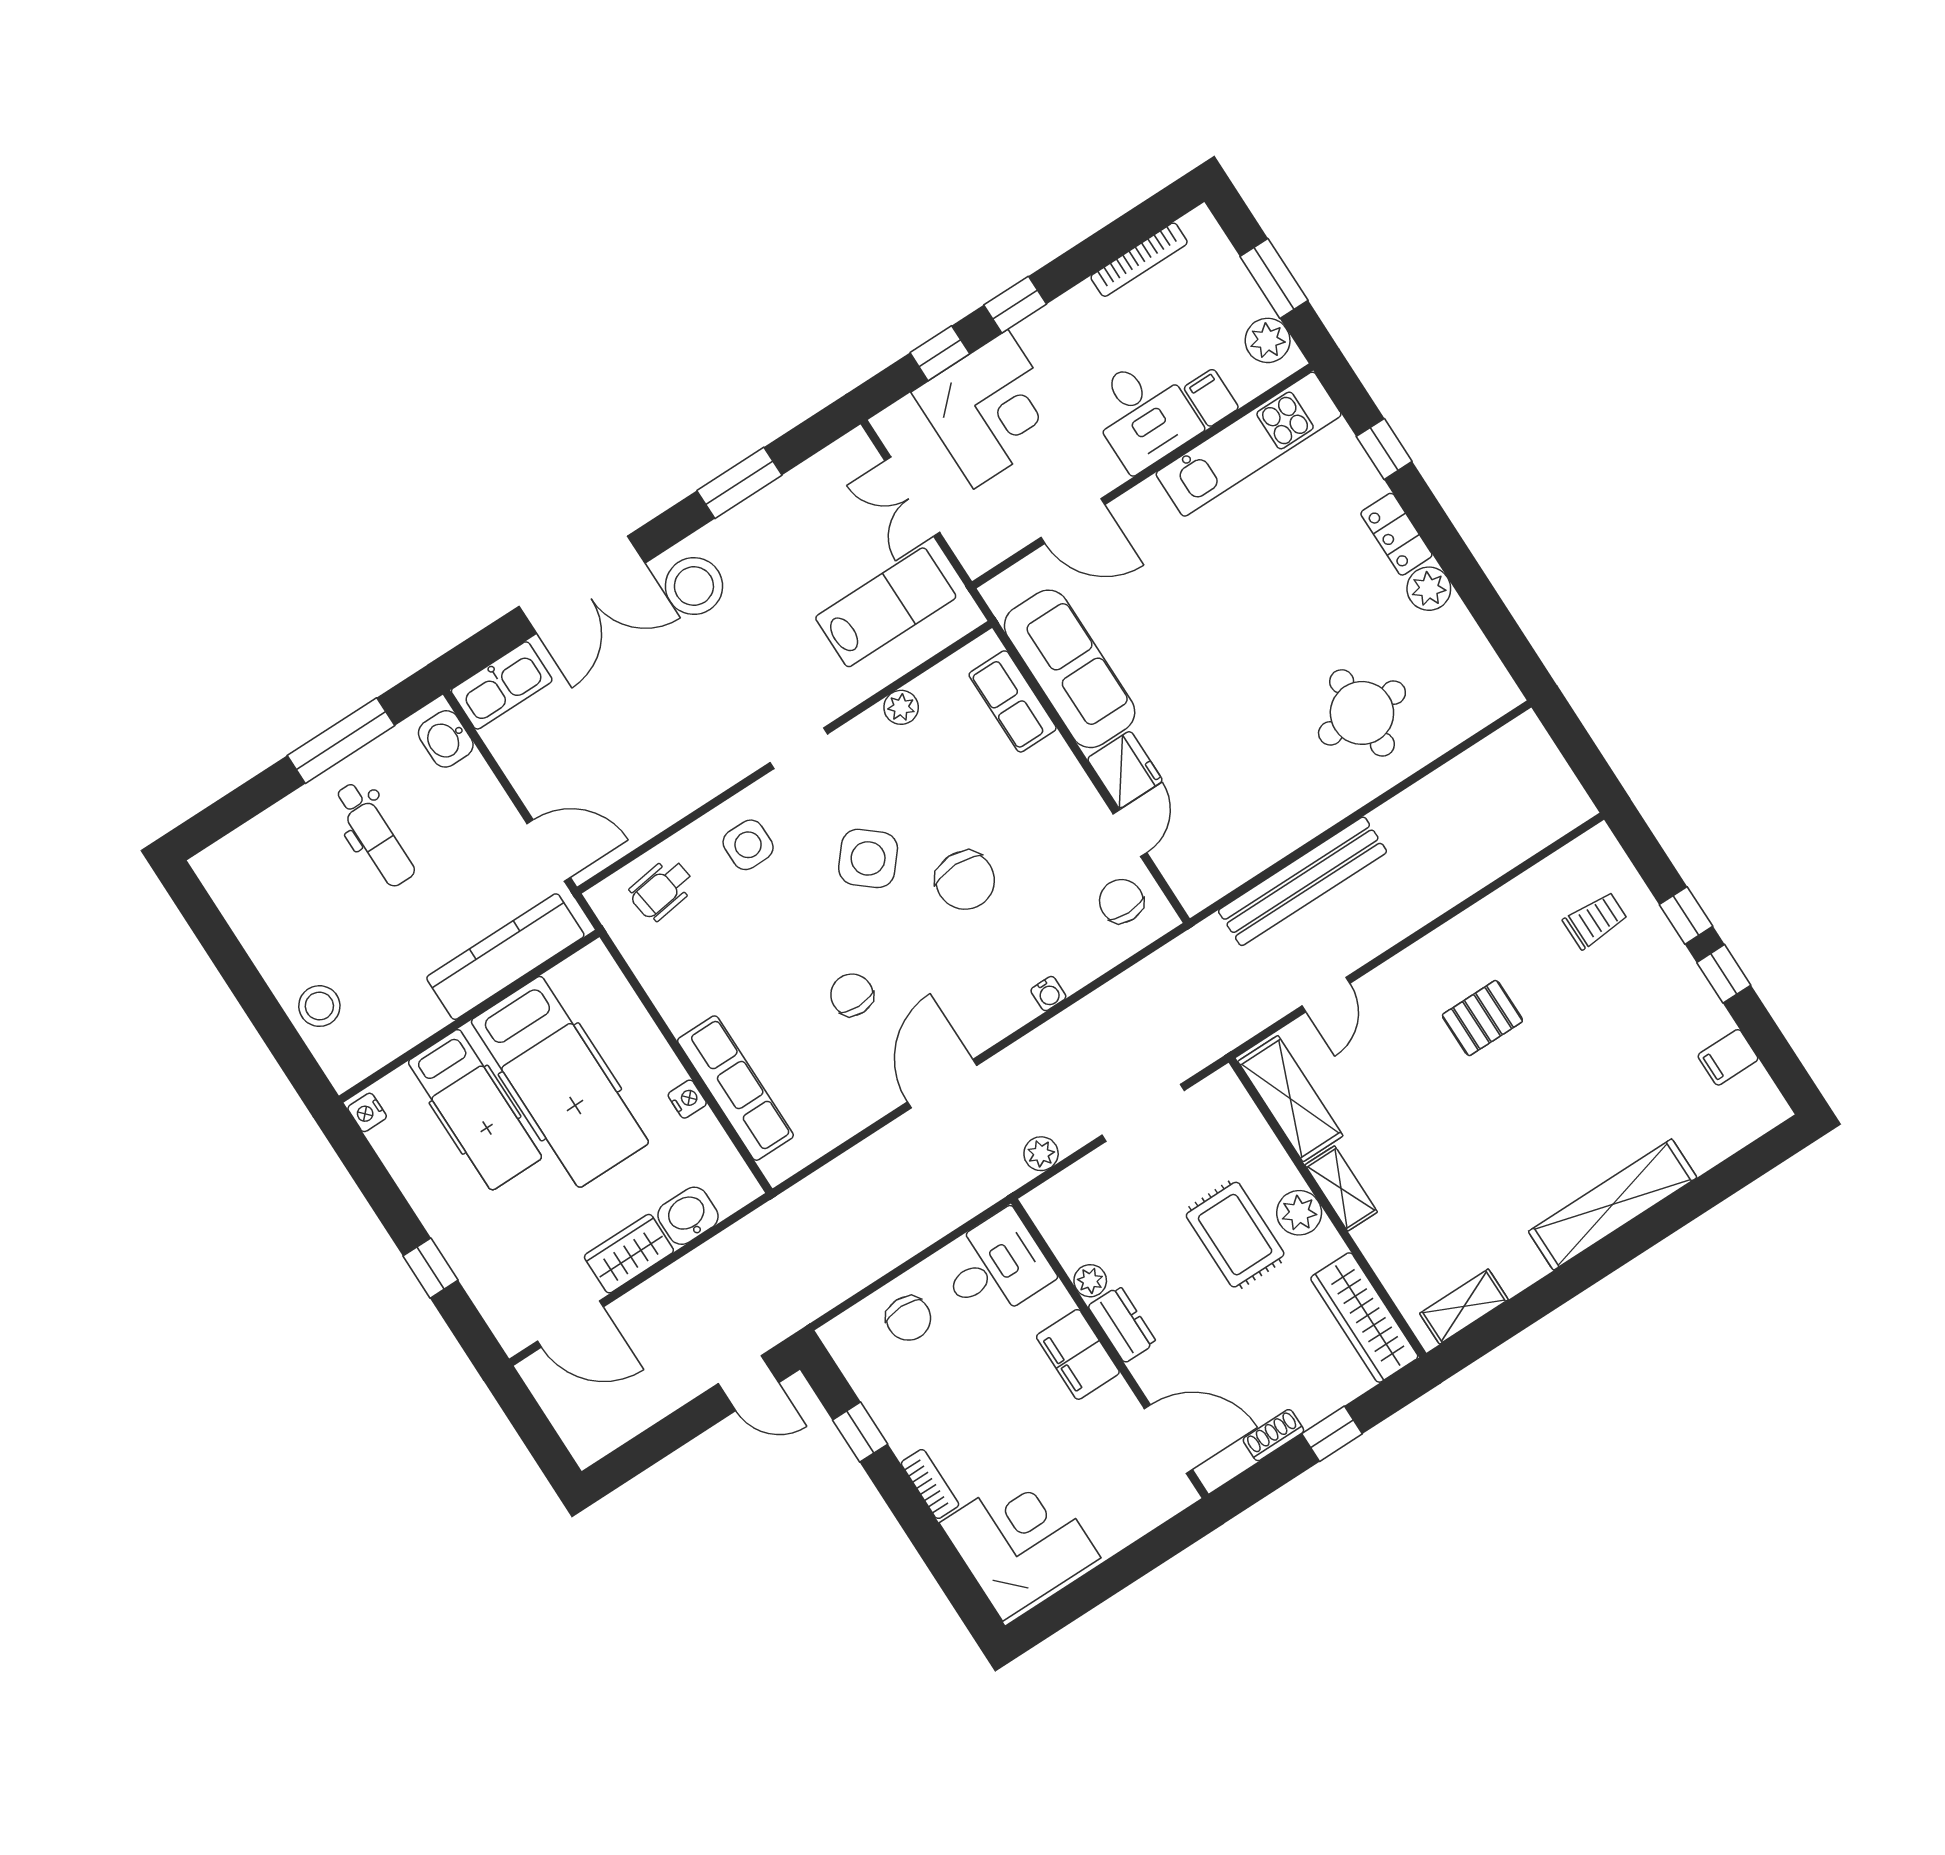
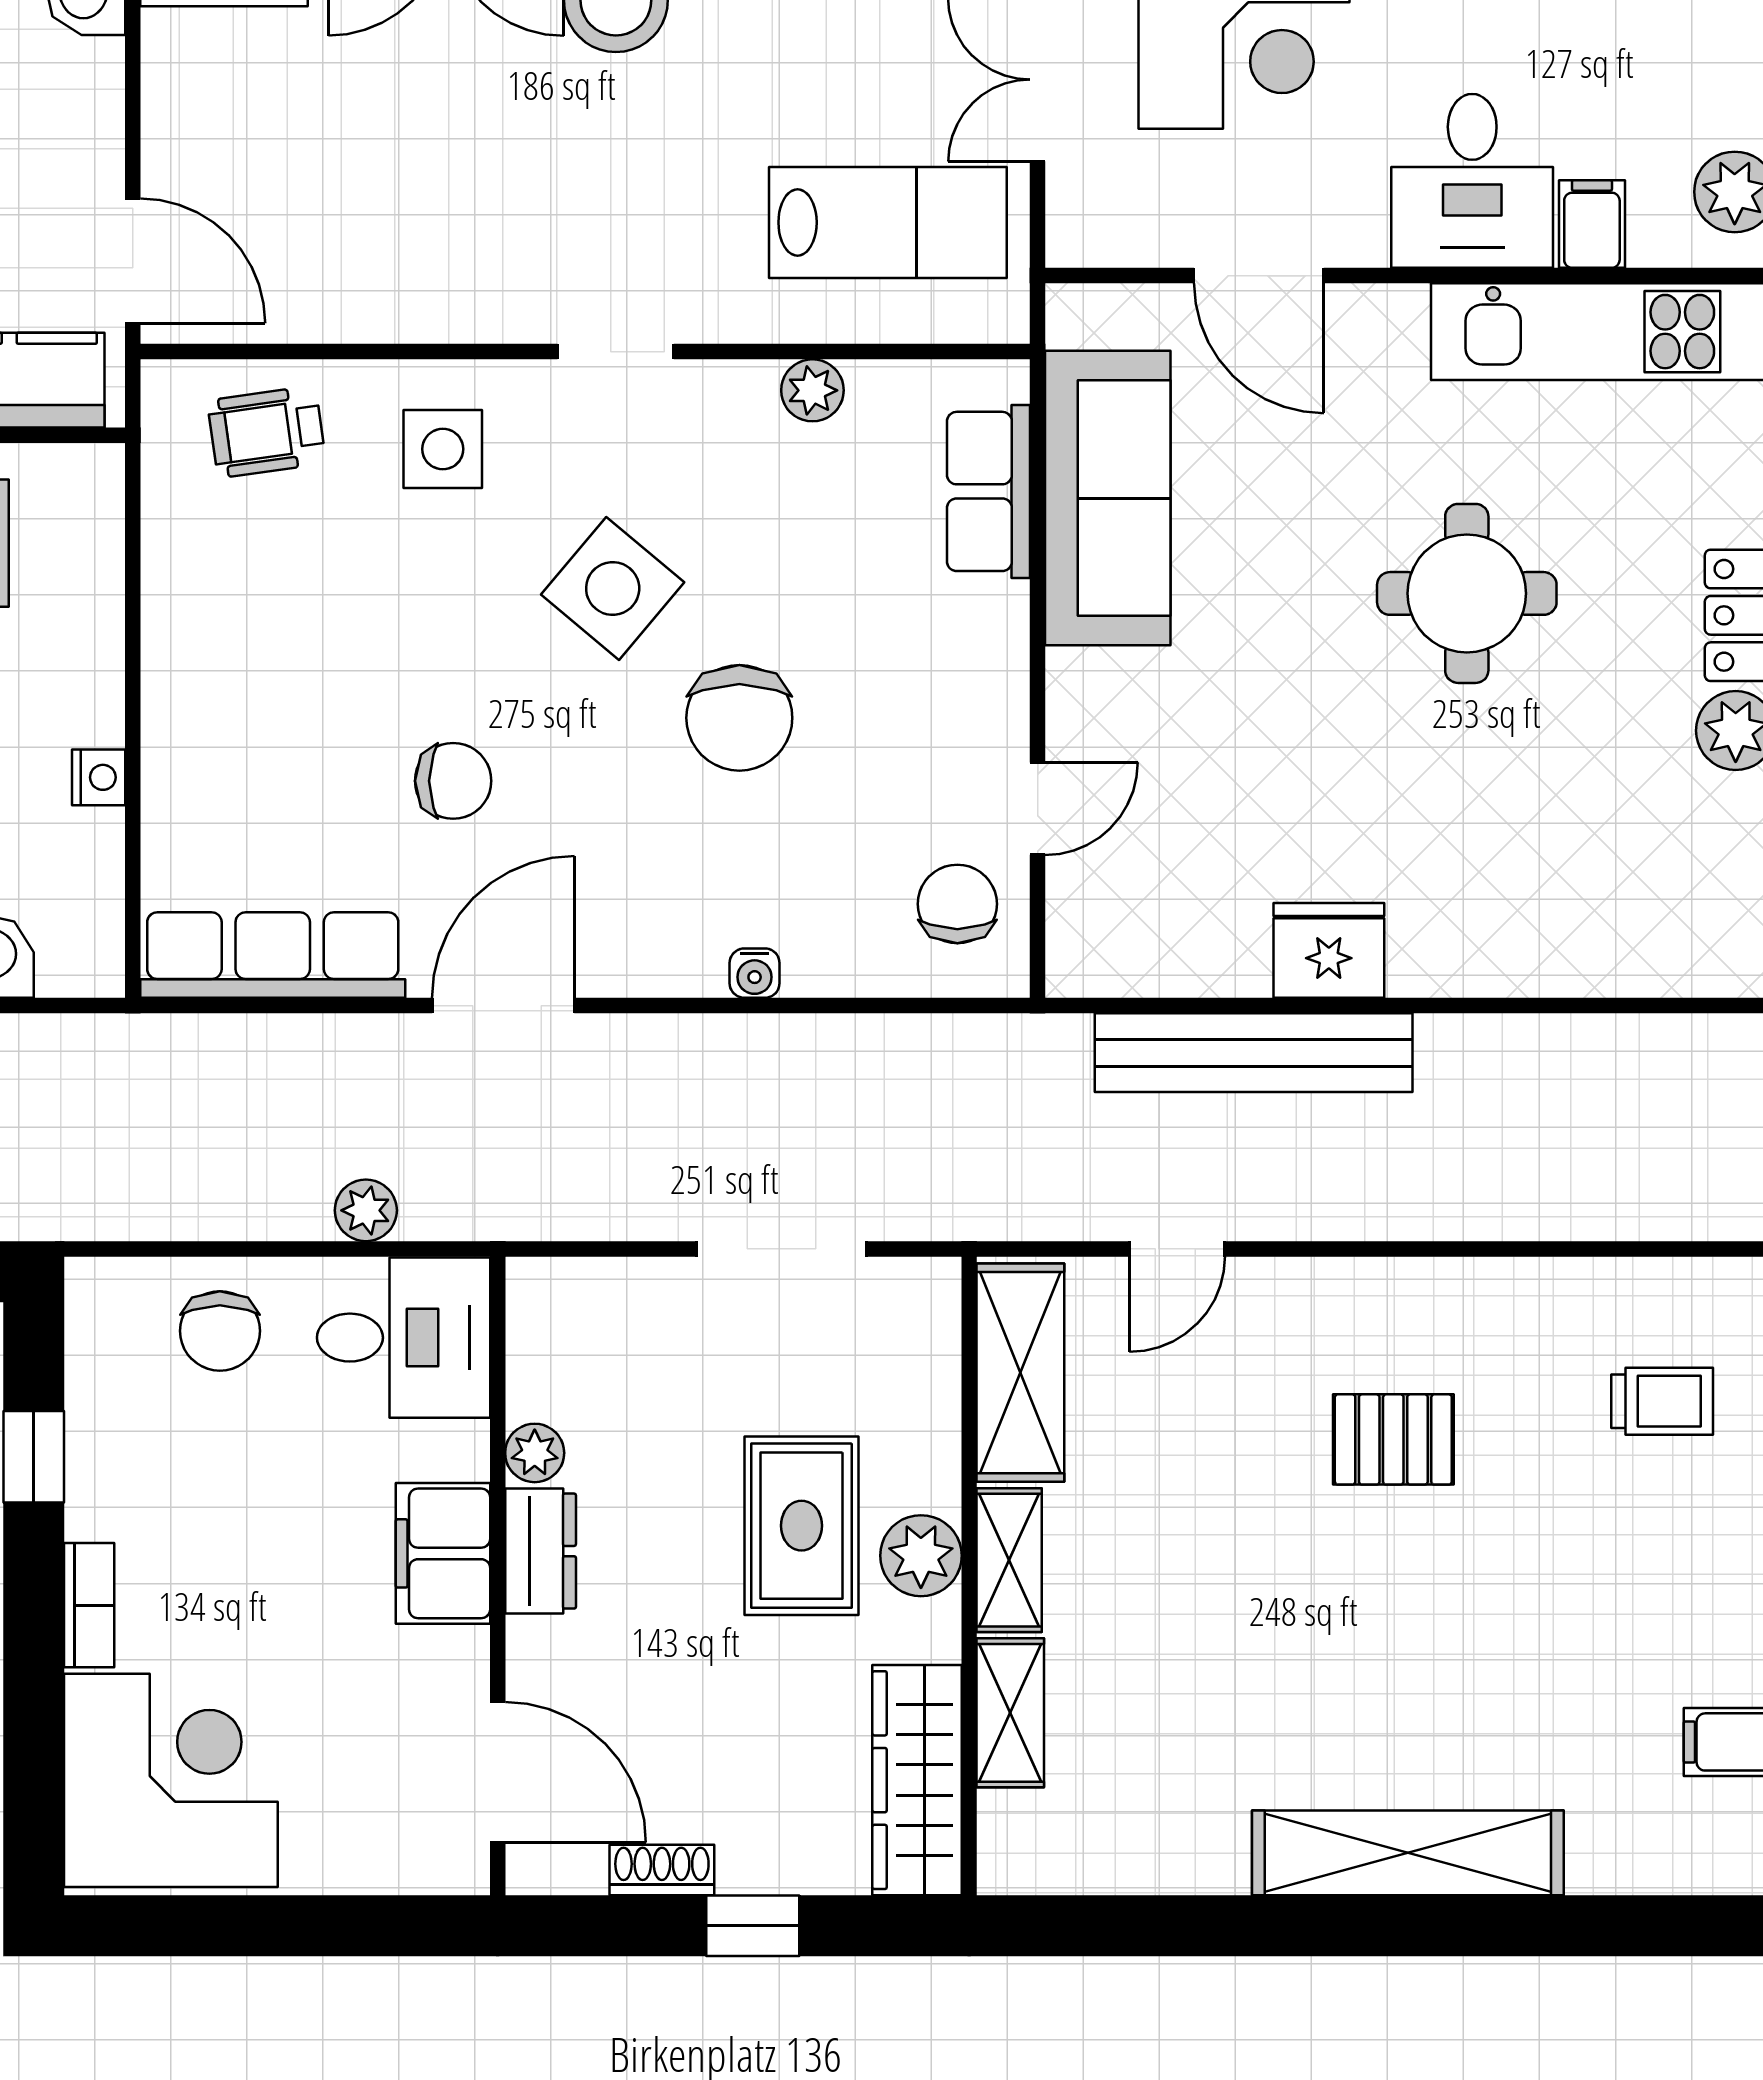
round table: (1362, 713) -> (1467, 593), moved
fridge: (1125, 770) -> (1329, 950), moved, turned -90
chair: (852, 995) -> (453, 781), turned 90
row of seats: (735, 1088) -> (273, 955), moved, turned -90
plant: (1041, 1154) -> (366, 1210), moved
shelving: (1464, 1307) -> (1010, 1713), moved, turned 90

